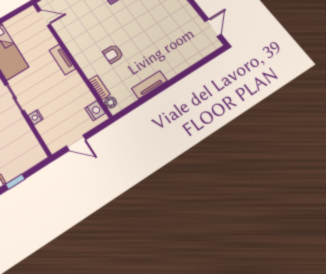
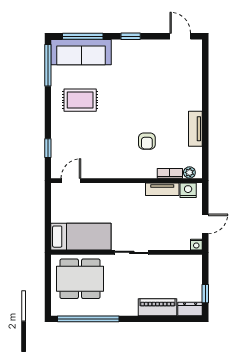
tv unit: (62, 59) -> (162, 189), moved
nightstand: (36, 117) -> (196, 245), moved

